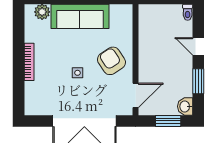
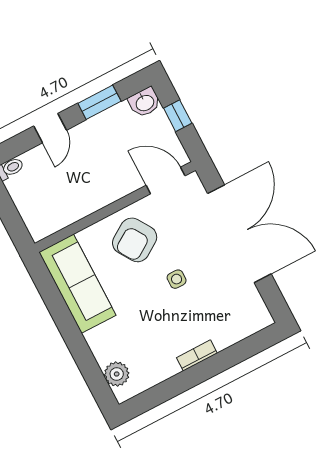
sofa: (80, 16) -> (77, 284), moved
bookcase: (29, 62) -> (197, 355), width x0.64
window: (168, 121) -> (178, 116), width x0.67

